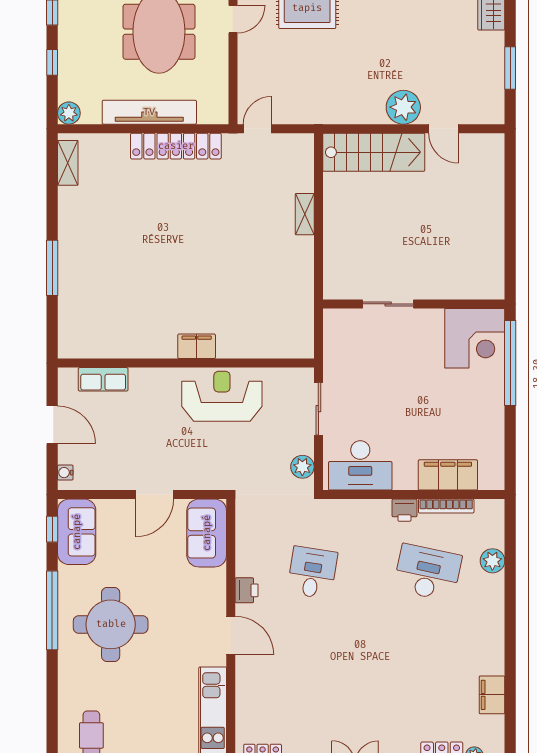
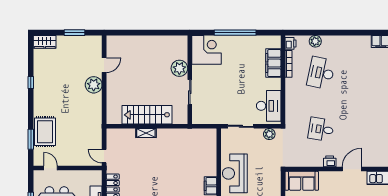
stairs: (374, 152) -> (147, 115), moved, turned -90
plant: (437, 283) -> (179, 68), added
window: (510, 363) -> (235, 33), moved
printer: (404, 510) -> (291, 43), moved

